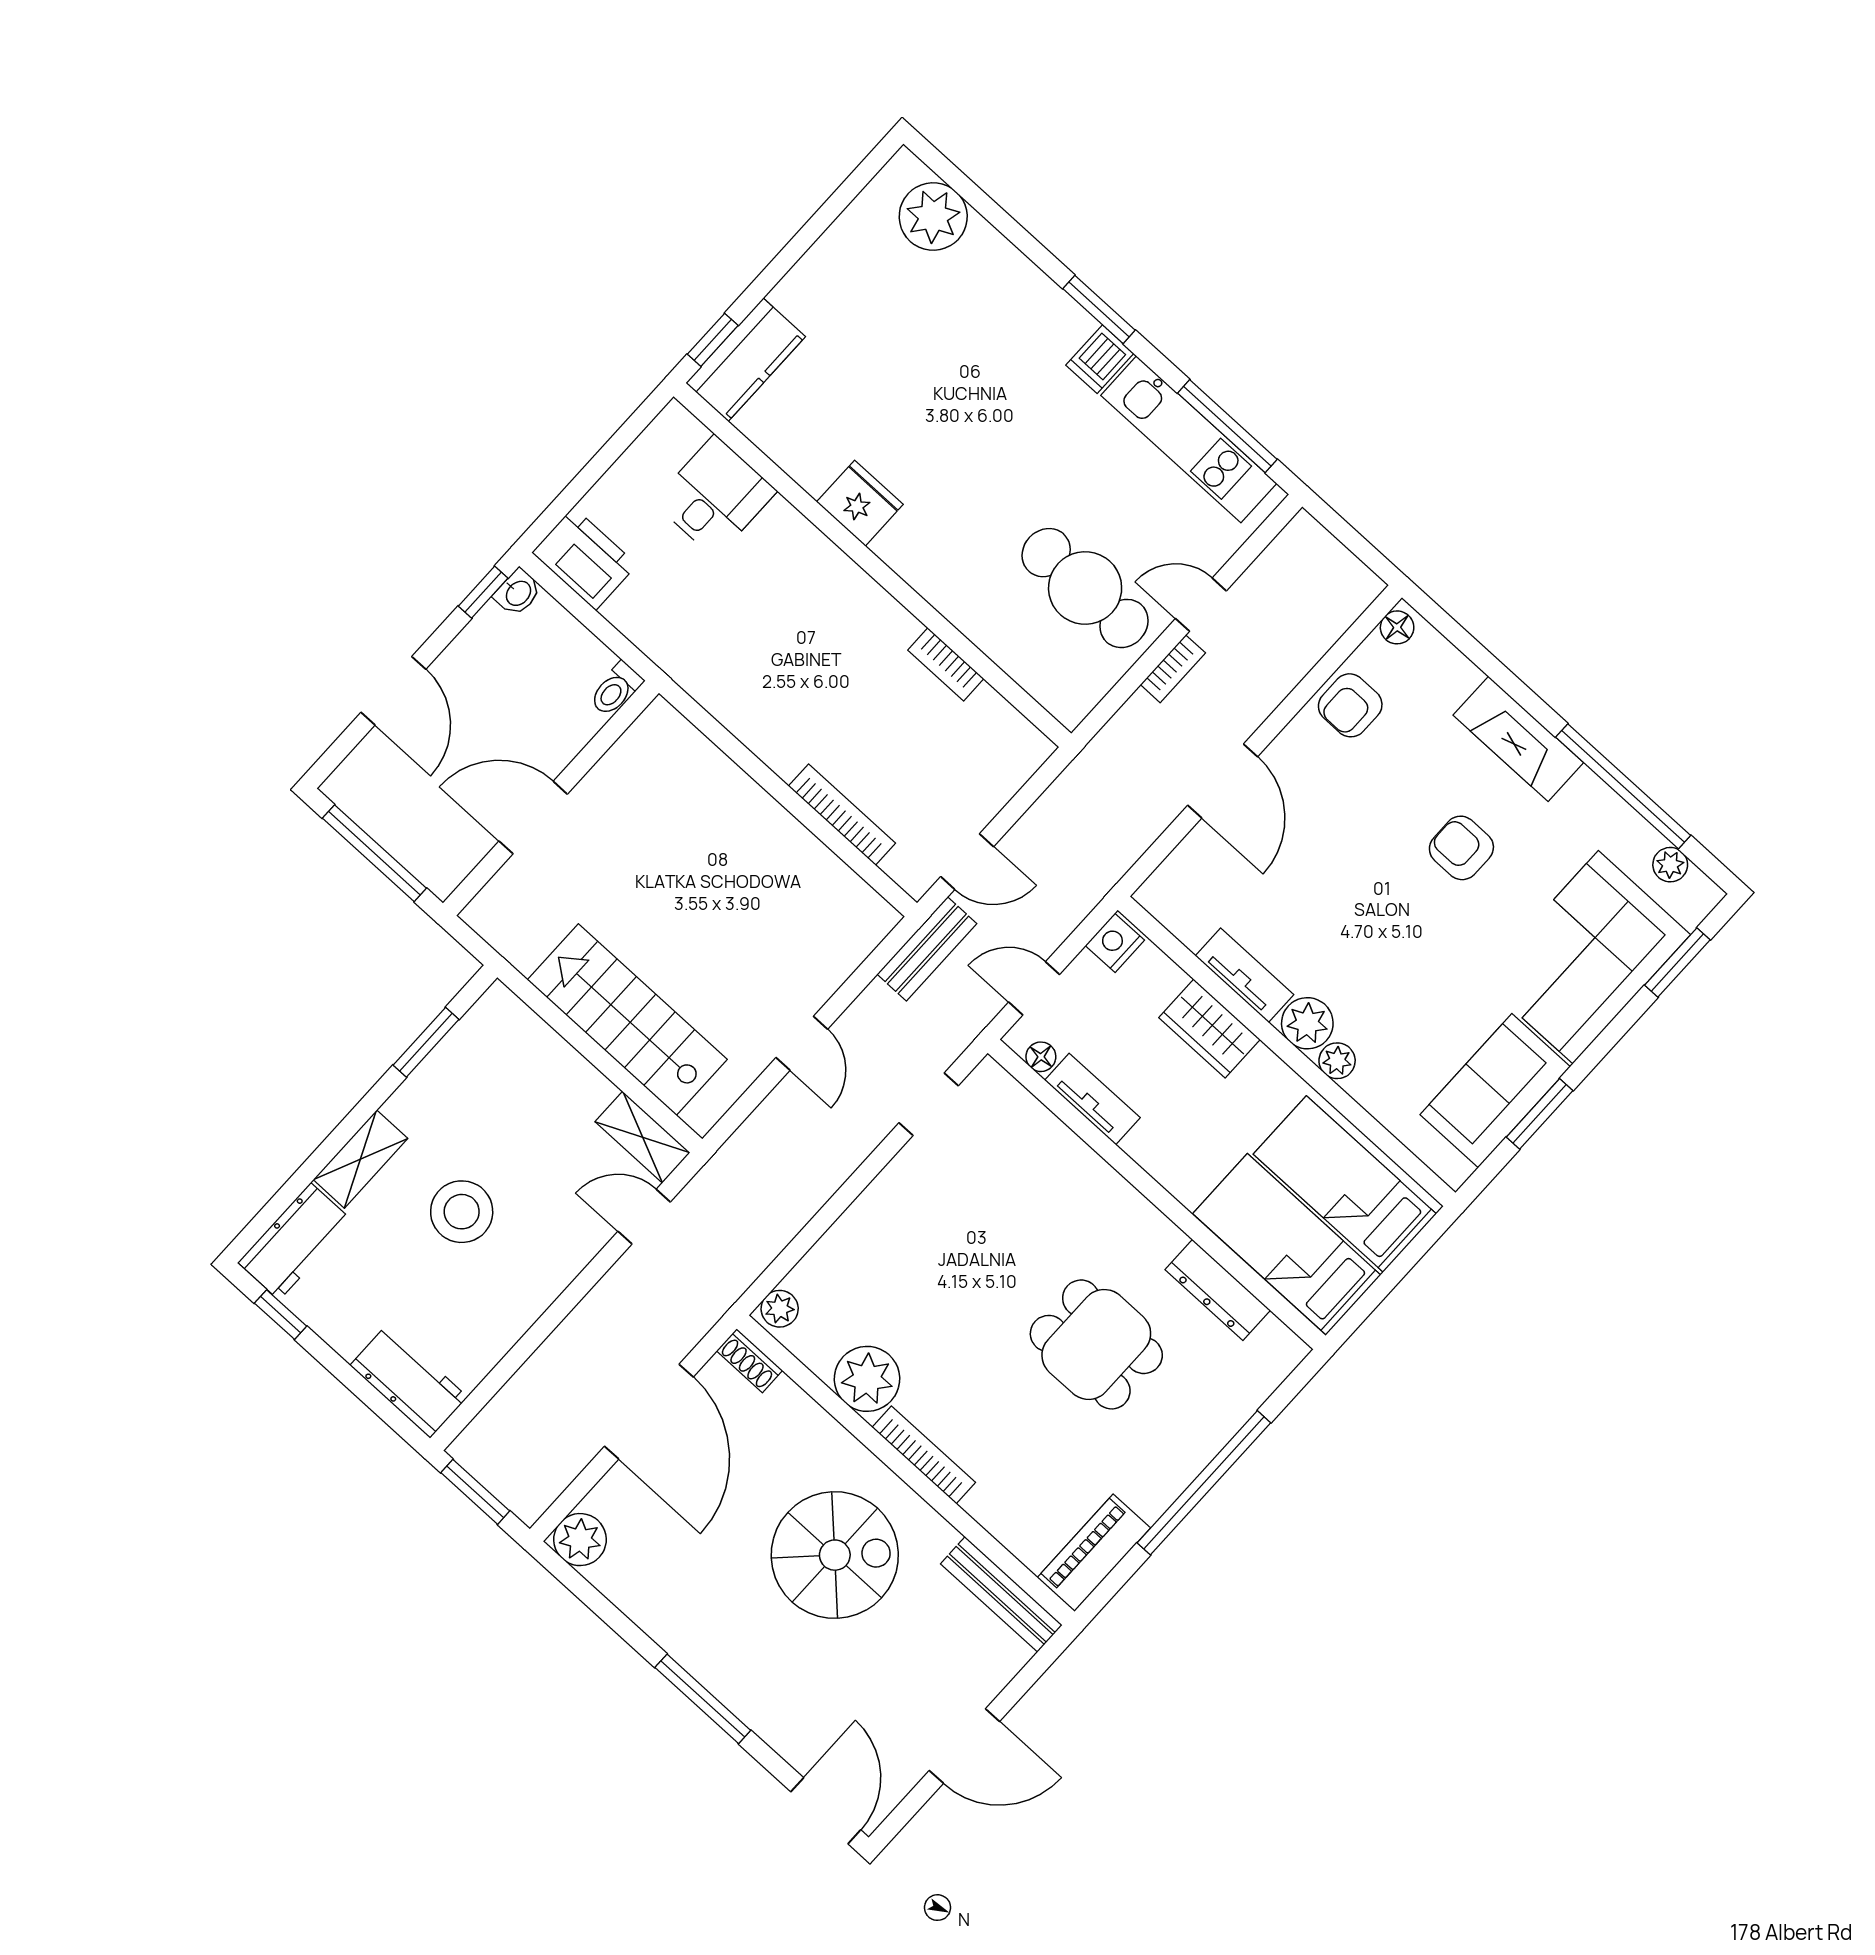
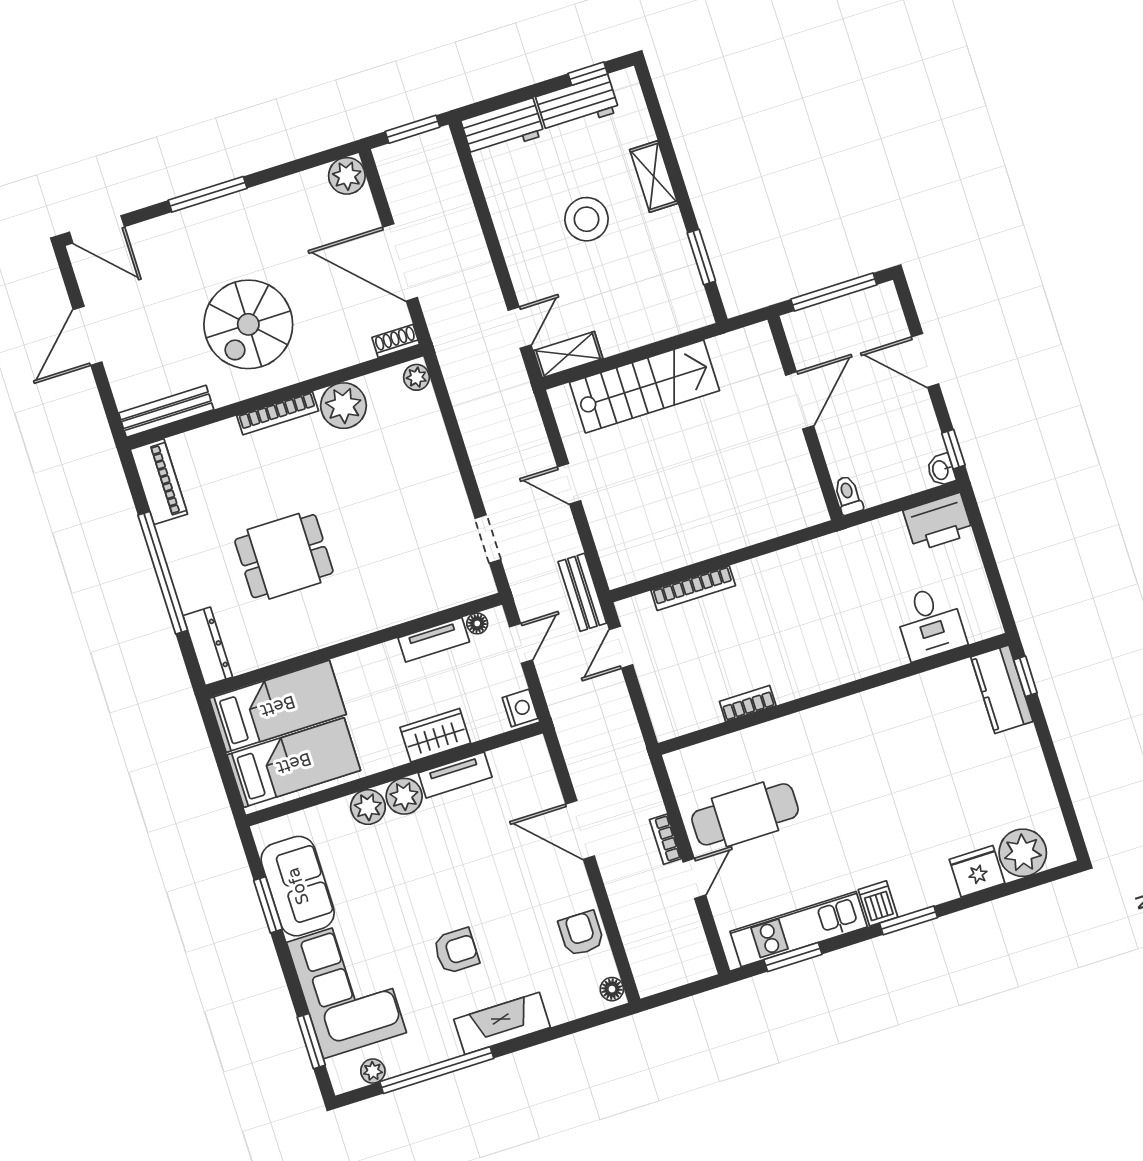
window: (1227, 426) -> (793, 957), width x0.69
fridge: (860, 503) -> (977, 871), moved, turned 180
plant: (1337, 1061) -> (368, 807), width x1.38, depth x1.38
workbench: (295, 1241) -> (577, 104), moved, turned -90
dresser: (1218, 1290) -> (208, 646), moved, turned 90

